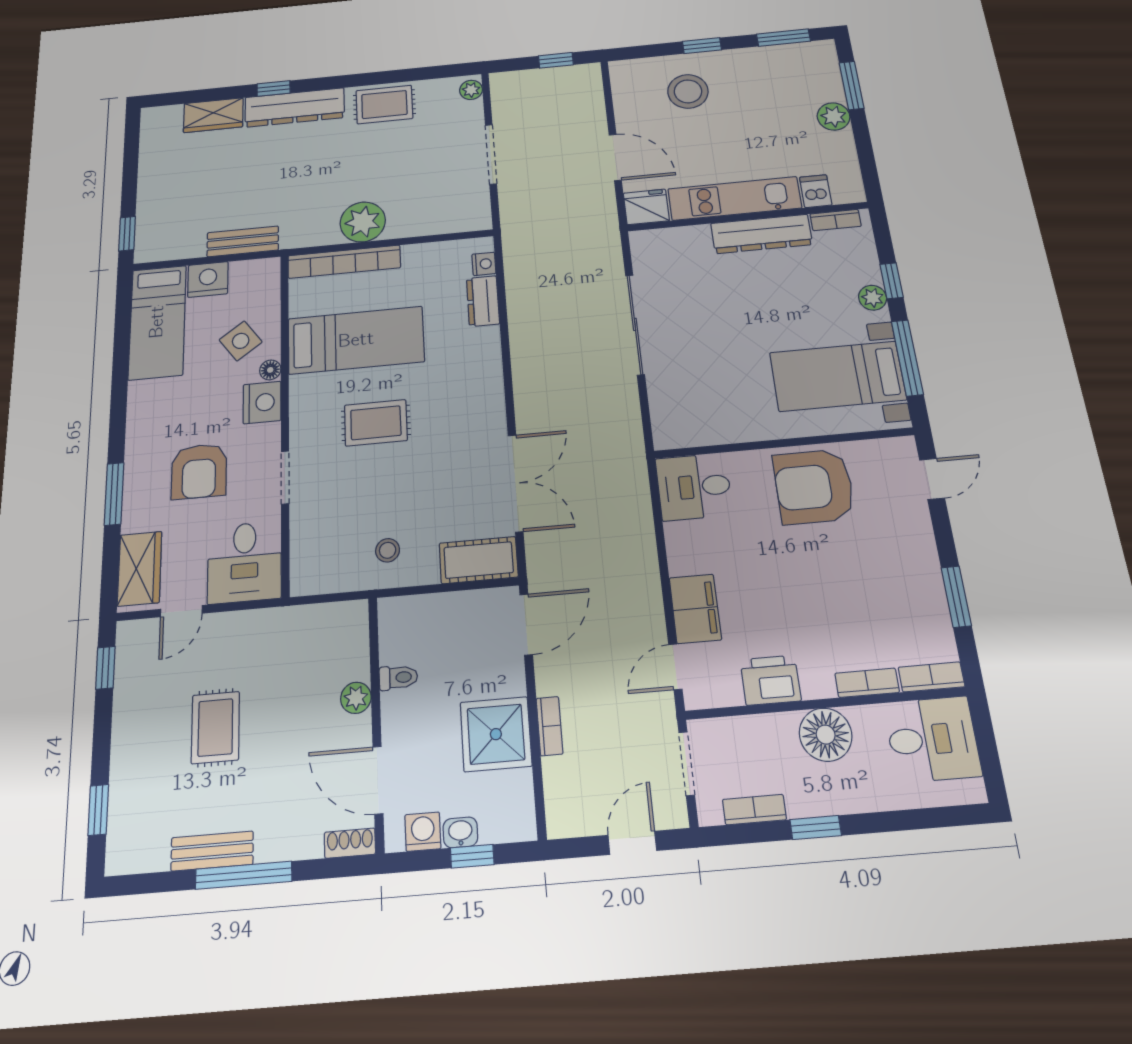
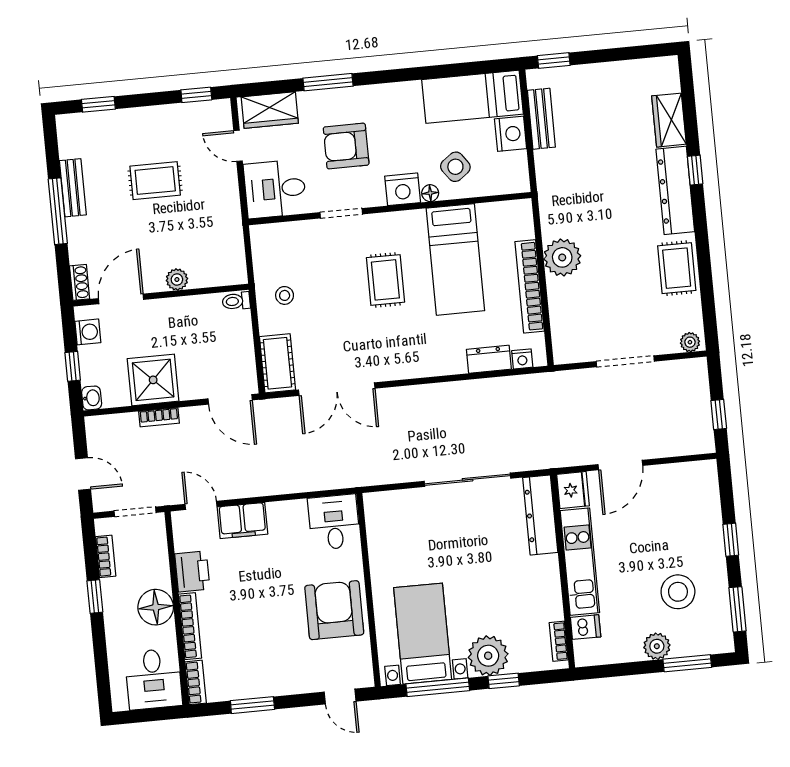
stool: (688, 91) -> (678, 592), moved
dresser: (761, 234) -> (540, 515), moved
bench: (243, 241) -> (541, 119), moved
bookcase: (344, 262) -> (530, 286), moved
plant: (873, 298) -> (488, 656), width x1.88, depth x1.88
toilet: (398, 677) -> (236, 301), moved, turned 90
bookcase: (867, 683) -> (190, 626), width x1.56
washbasin: (460, 832) -> (92, 398), moved

